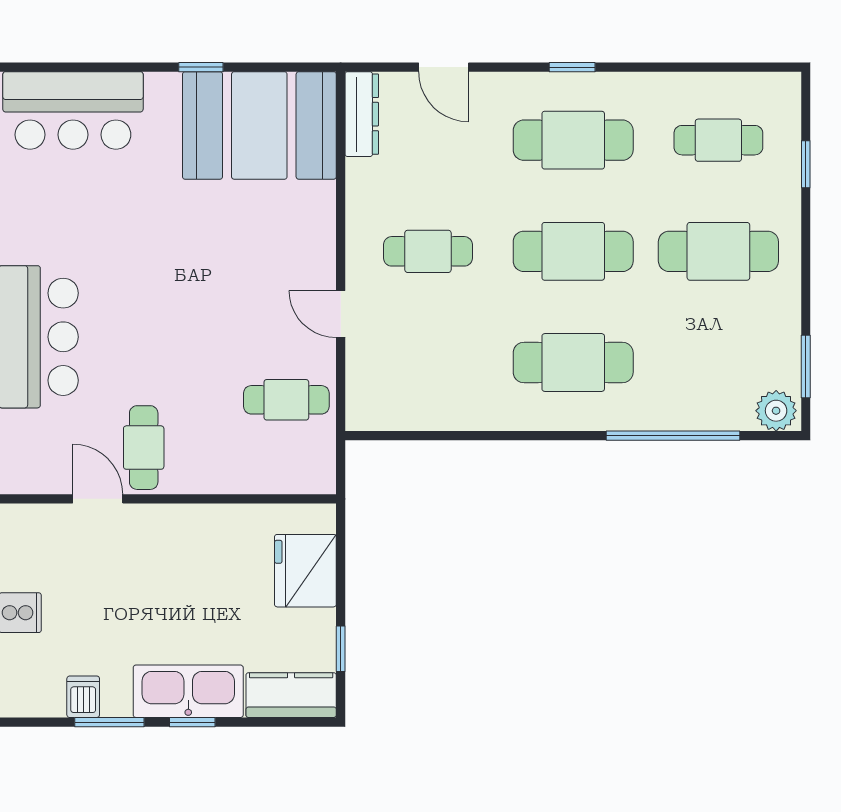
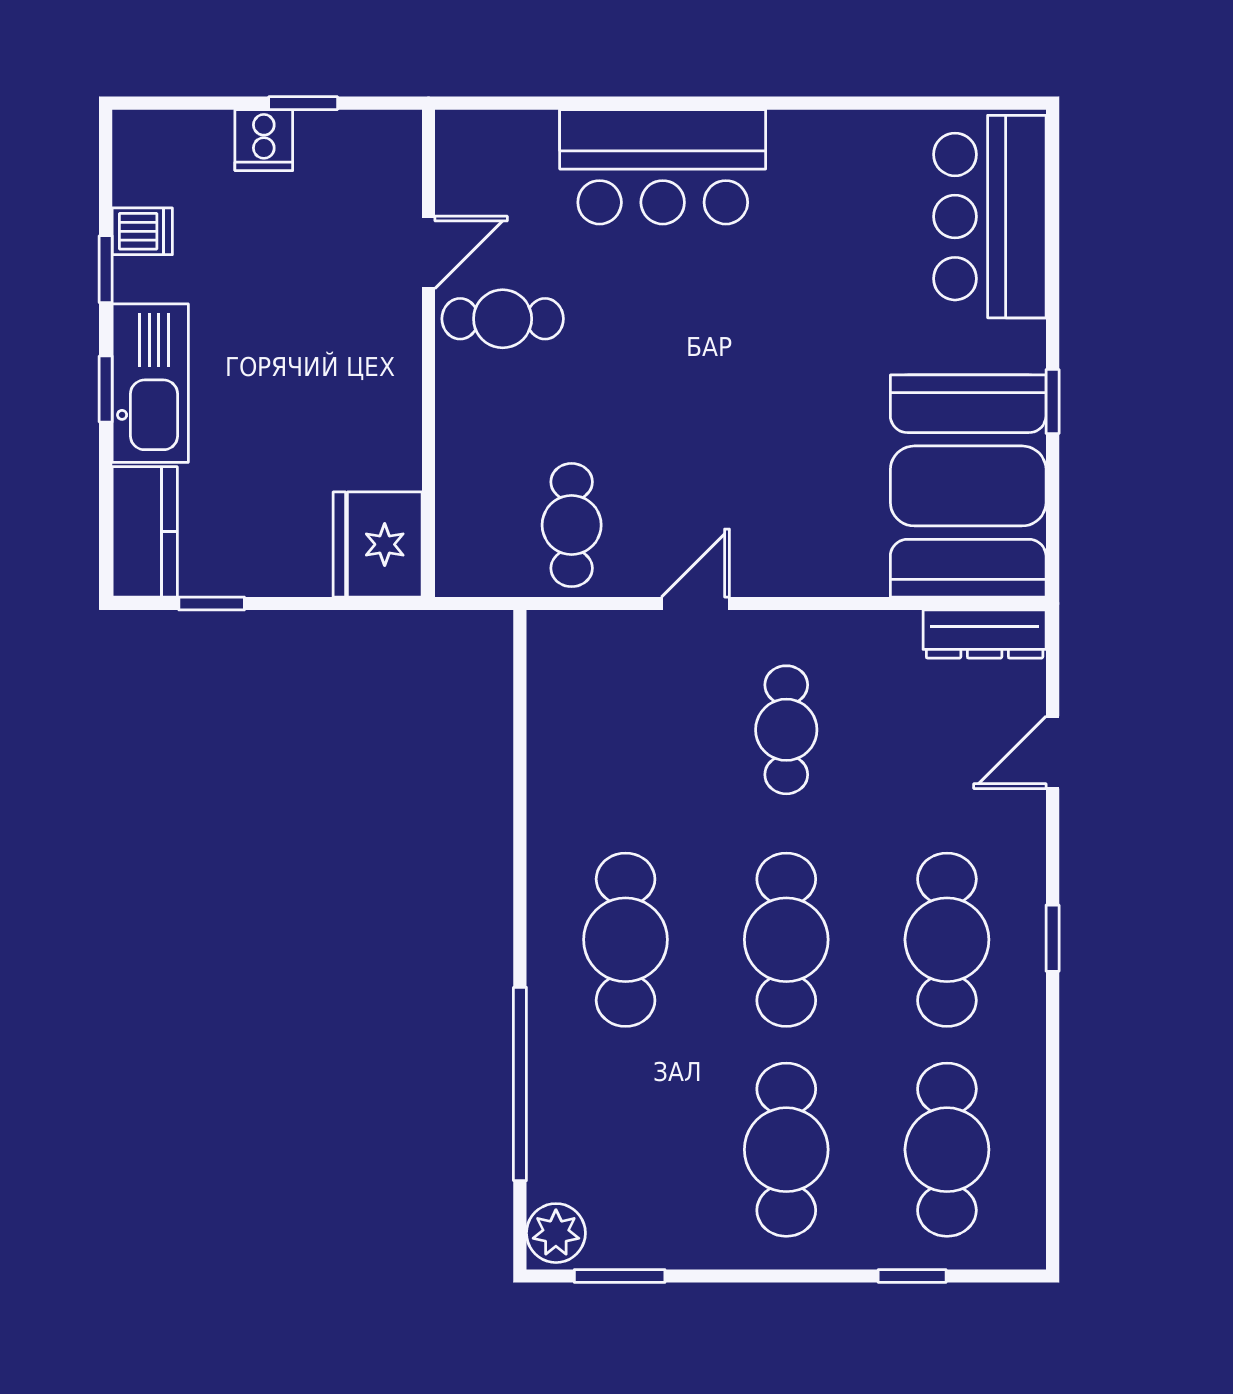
cafe table: (718, 140) -> (947, 1150), width x1.37, depth x1.35
fridge: (305, 571) -> (378, 544), moved, turned -90
window: (109, 722) -> (106, 269), width x0.67

